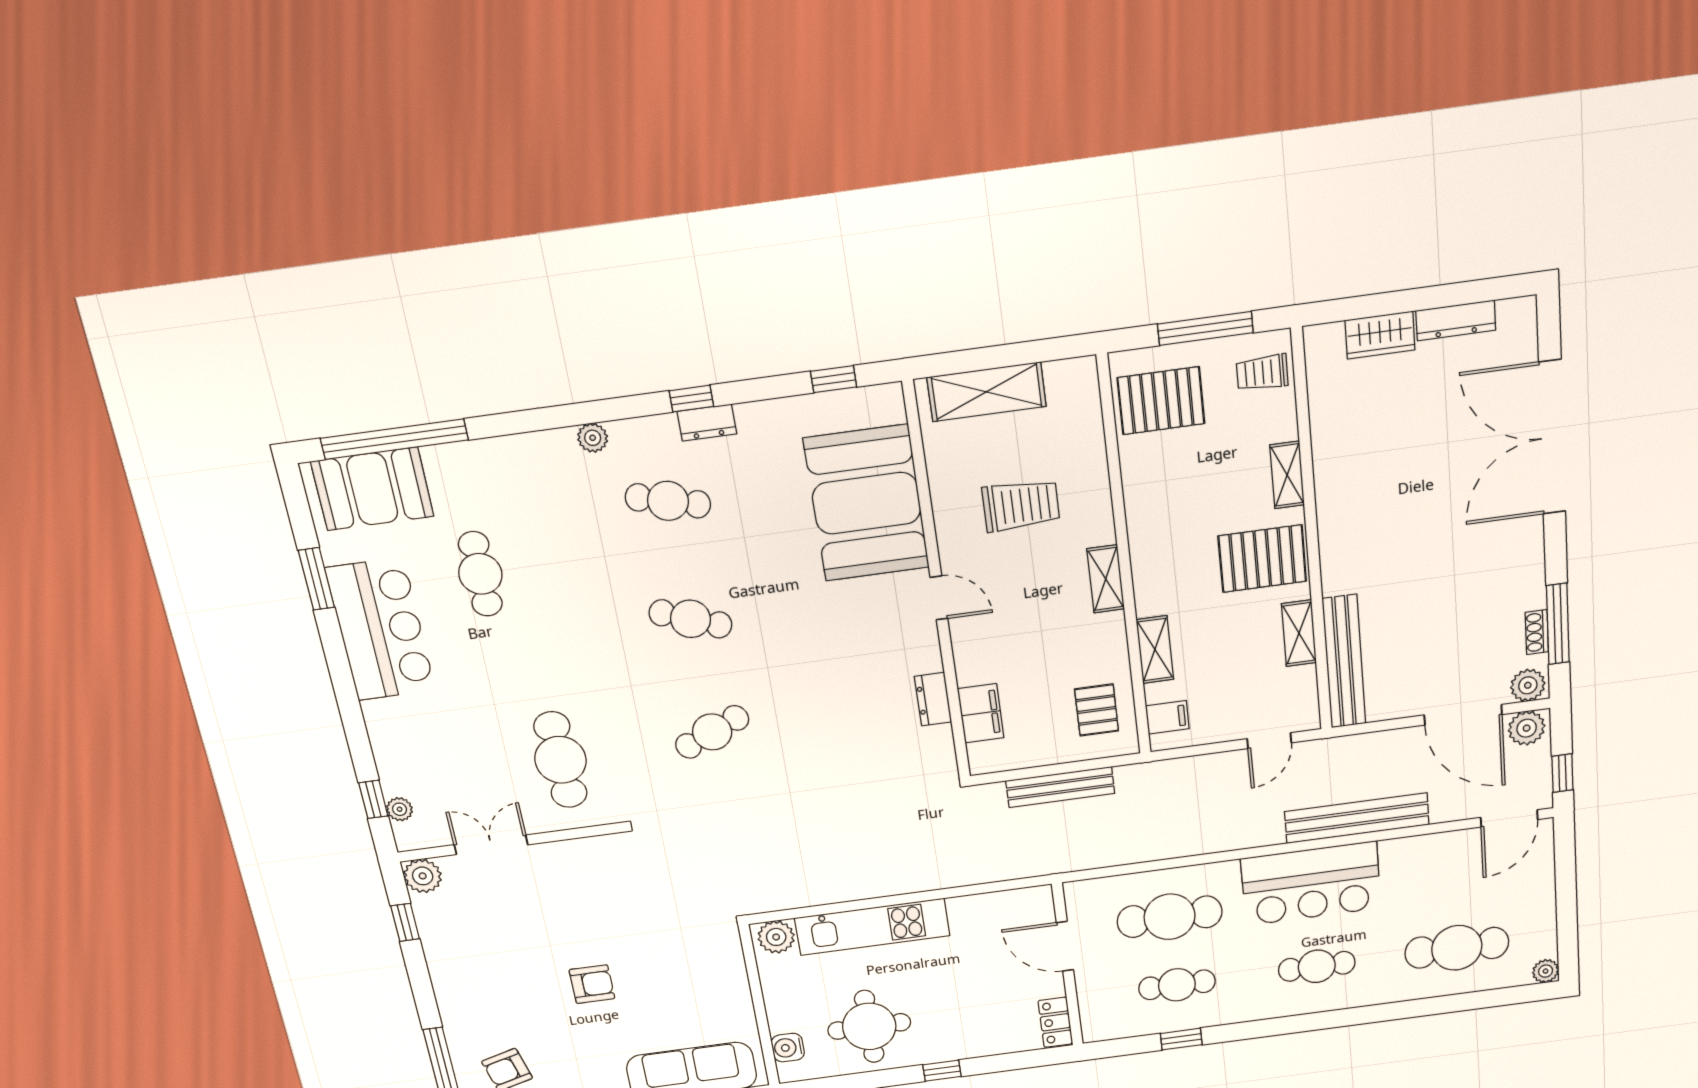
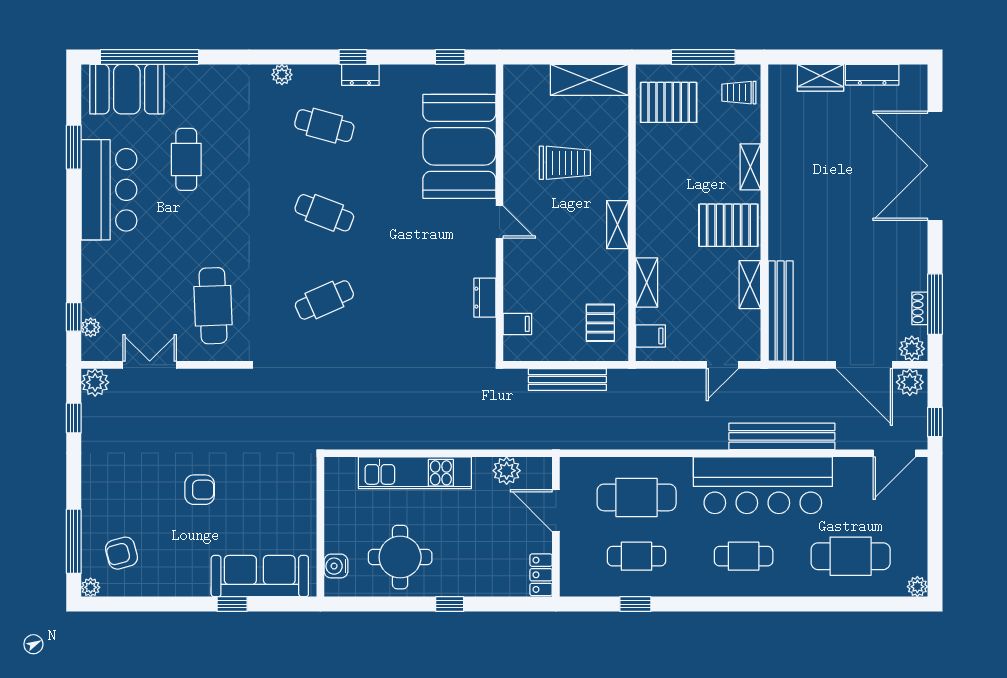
shelving: (987, 392) -> (589, 80), moved
filing cabinet: (981, 713) -> (517, 324), width x0.50
bar counter: (1311, 883) -> (763, 485), width x1.36
plant: (776, 937) -> (507, 471), moved

